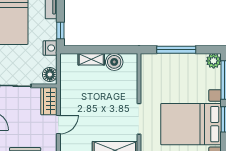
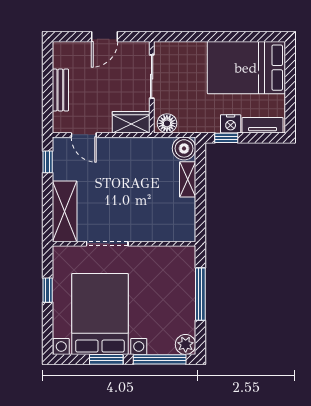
nightstand: (50, 48) -> (231, 124), moved
boiler: (114, 62) -> (184, 148), moved
door: (58, 124) -> (84, 135), moved

